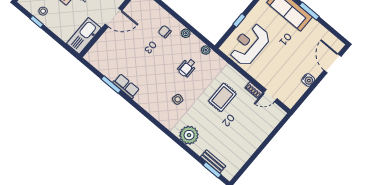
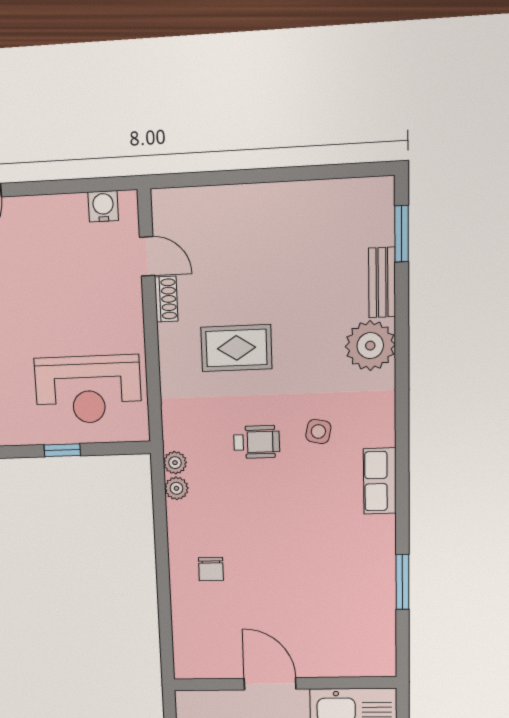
plant: (186, 33) -> (176, 488), moved
wheelchair: (187, 68) -> (257, 442), moved
water cooler: (308, 80) -> (103, 206), moved
row of seats: (126, 86) -> (380, 481), moved
bench: (213, 161) -> (382, 282), moved

